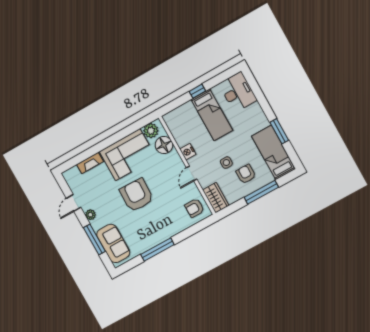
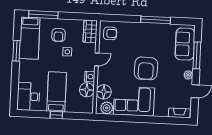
floor lamp: (182, 136) -> (87, 90), added
fireplace: (90, 163) -> (179, 113), moved
window: (261, 192) -> (43, 15), moved

